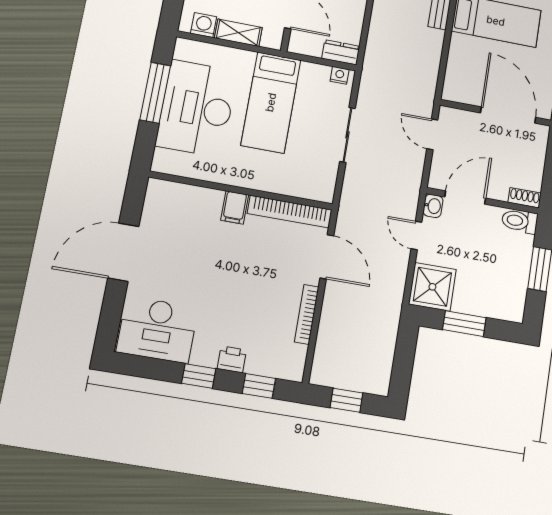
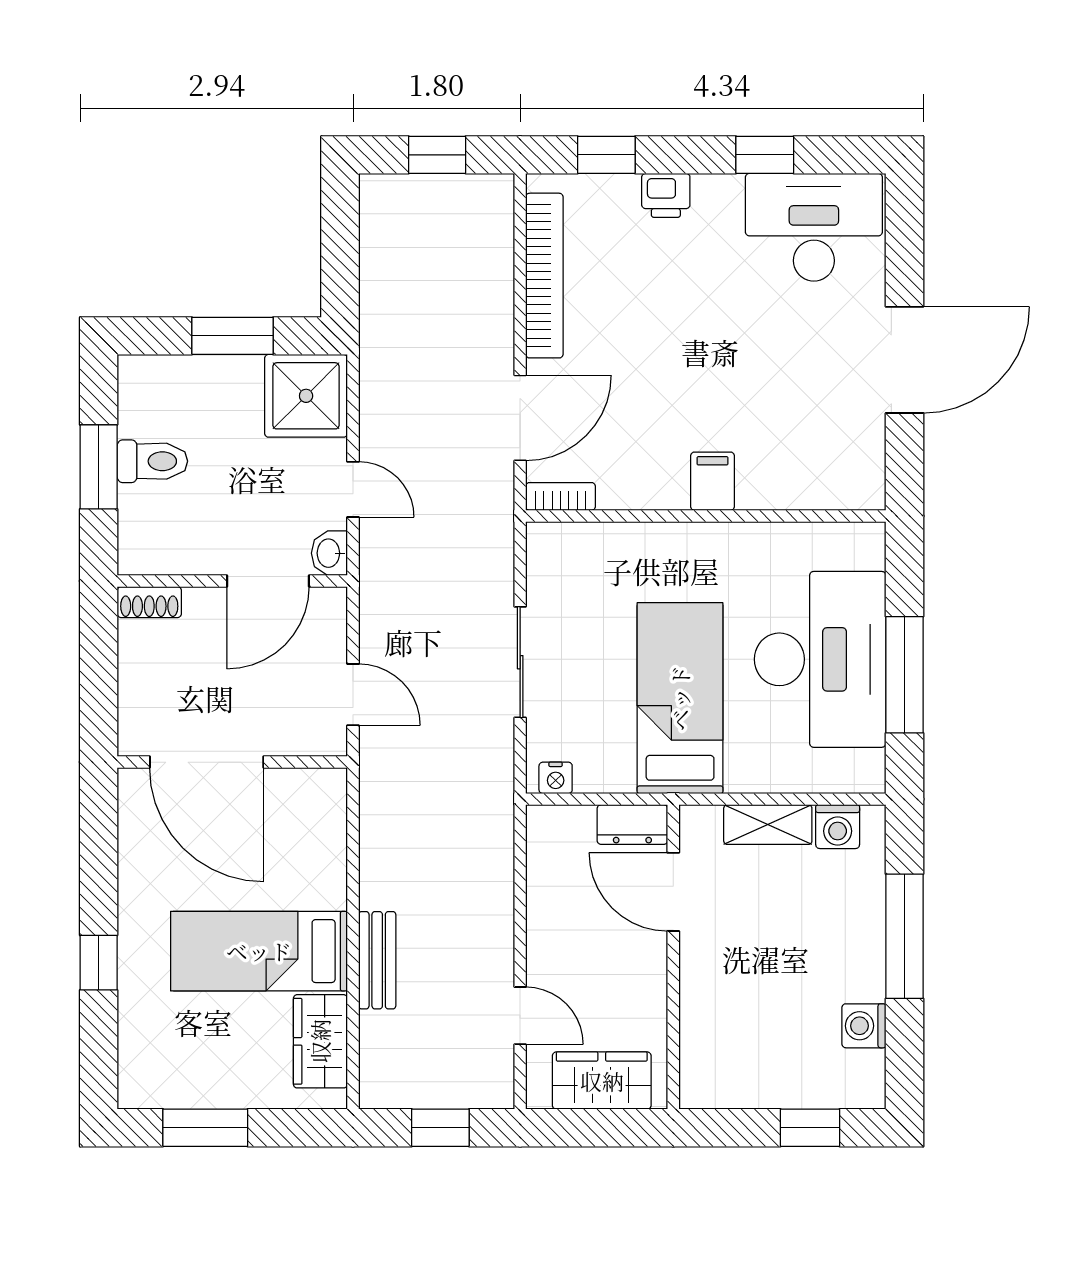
dresser: (341, 52) -> (632, 825), moved
bookcase: (290, 212) -> (561, 496), width x0.43, depth x0.76
toilet: (520, 221) -> (152, 461), moved
door: (327, 257) -> (520, 418), swing flipped
bookcase: (307, 314) -> (544, 276), width x1.48, depth x1.31
window: (199, 376) -> (765, 155), moved

